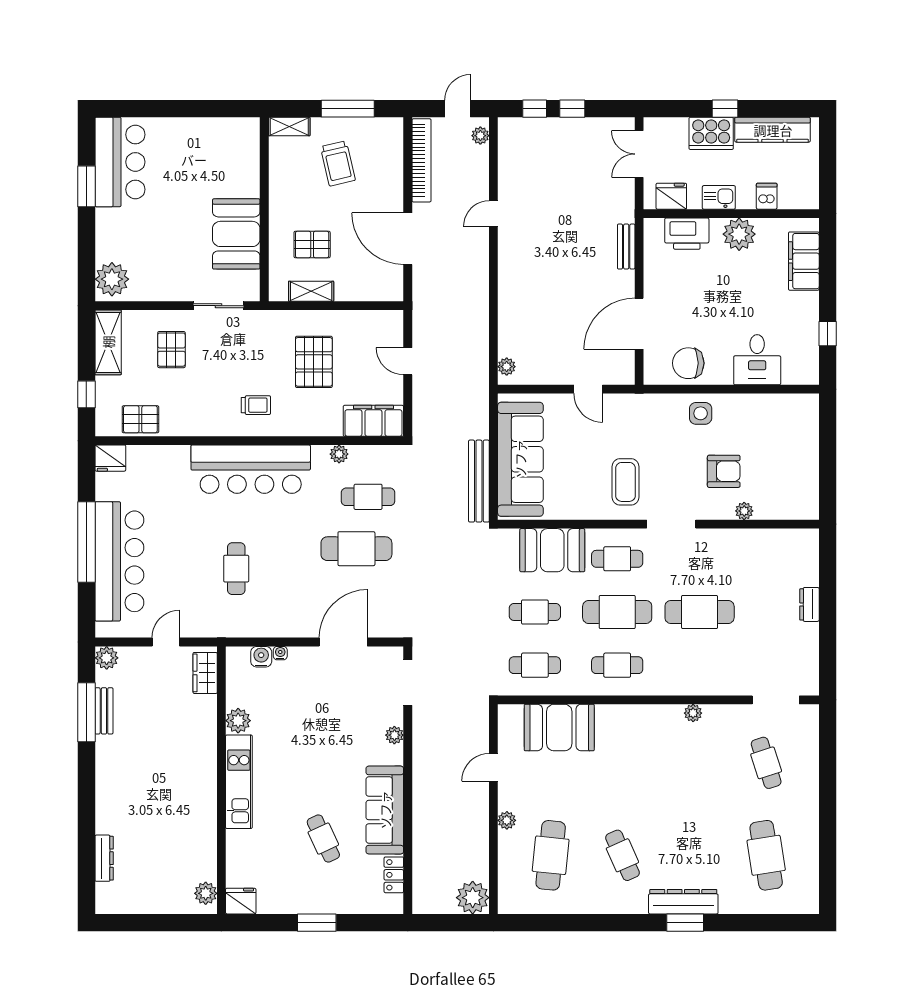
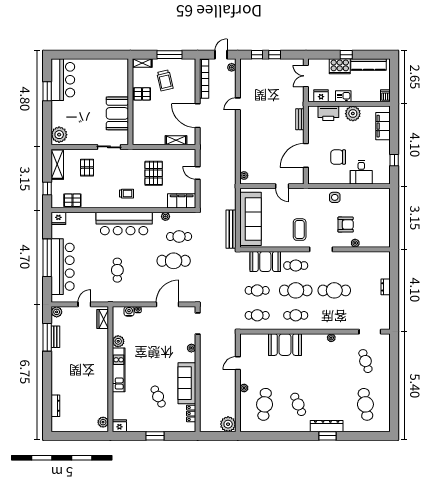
dishwasher: (767, 196) -> (385, 96), moved
pallet: (312, 245) -> (142, 94), moved
shelving: (311, 291) -> (176, 140), moved
chair: (688, 363) -> (338, 157), moved
booth: (559, 728) -> (285, 345), moved

